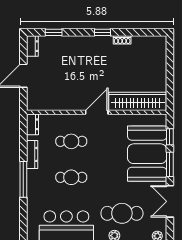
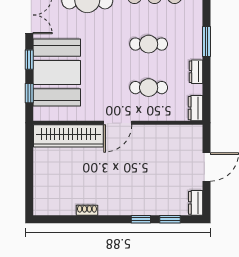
window: (102, 32) -> (141, 219), moved
dresser: (32, 154) -> (196, 72), width x0.70
window: (170, 164) -> (29, 60), width x0.67
window: (23, 179) -> (207, 41), width x0.69

